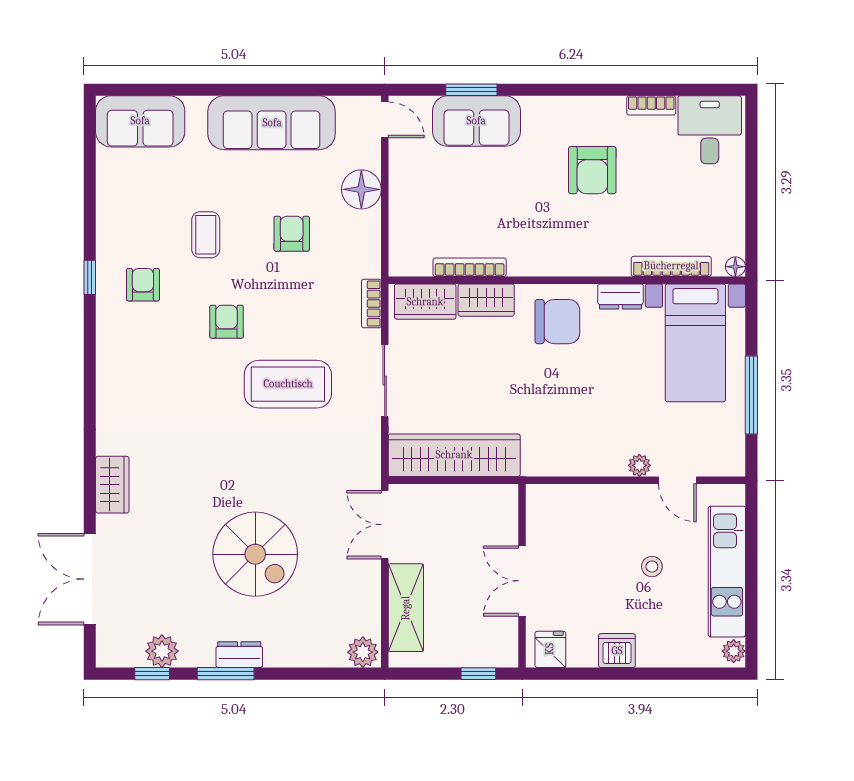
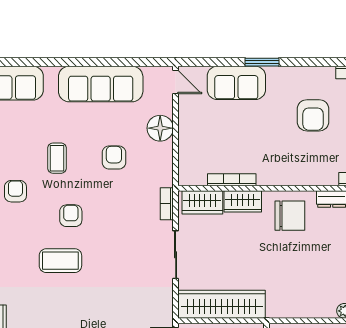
window: (471, 90) -> (262, 62), moved
coffee table: (288, 384) -> (60, 261), moved, width x0.73, depth x0.76

